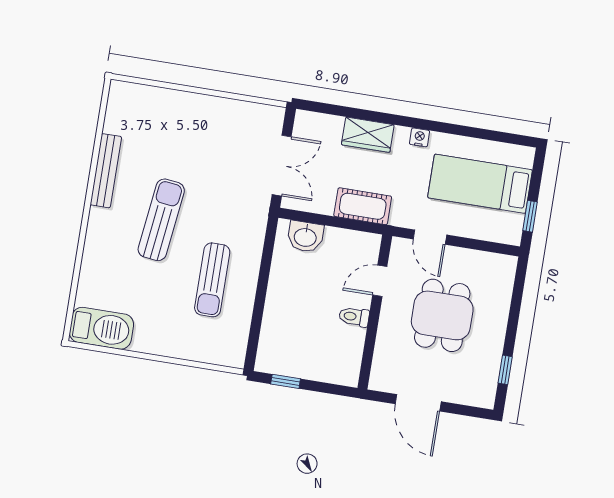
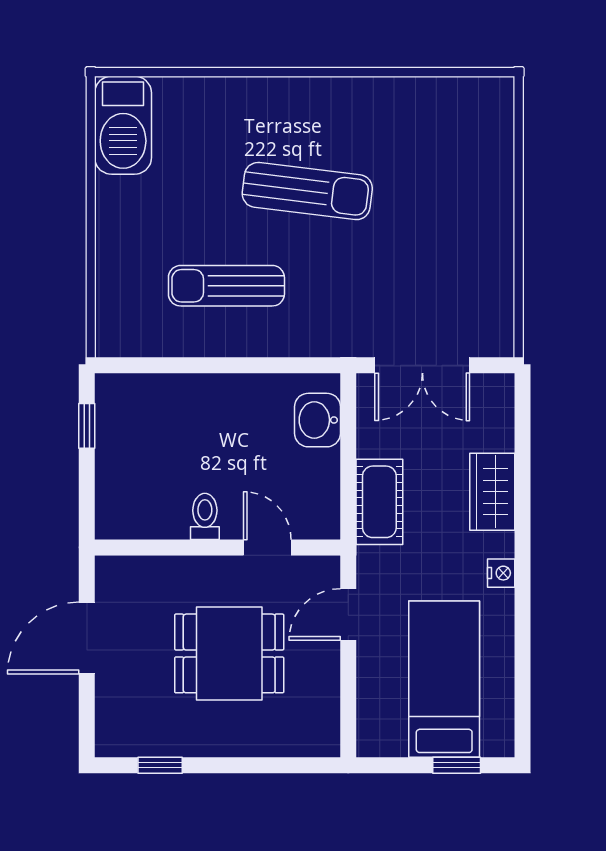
bench: (106, 171) -> (370, 92), removed
window: (530, 216) -> (457, 765), moved

